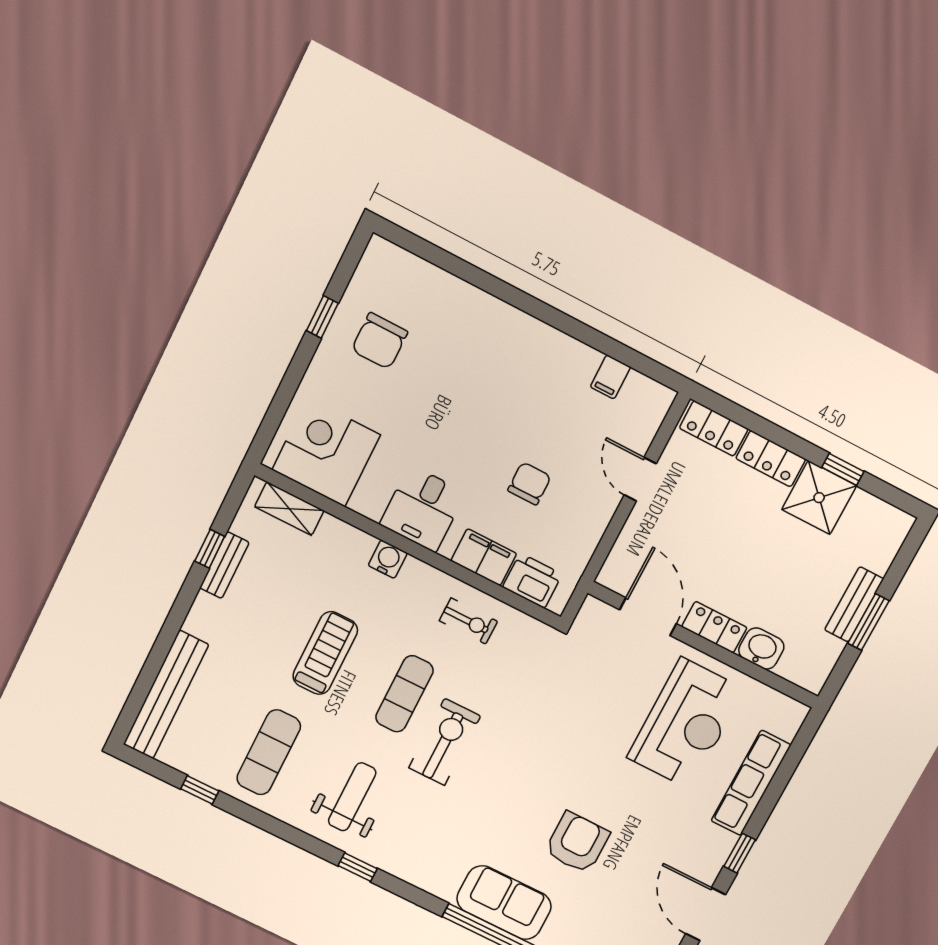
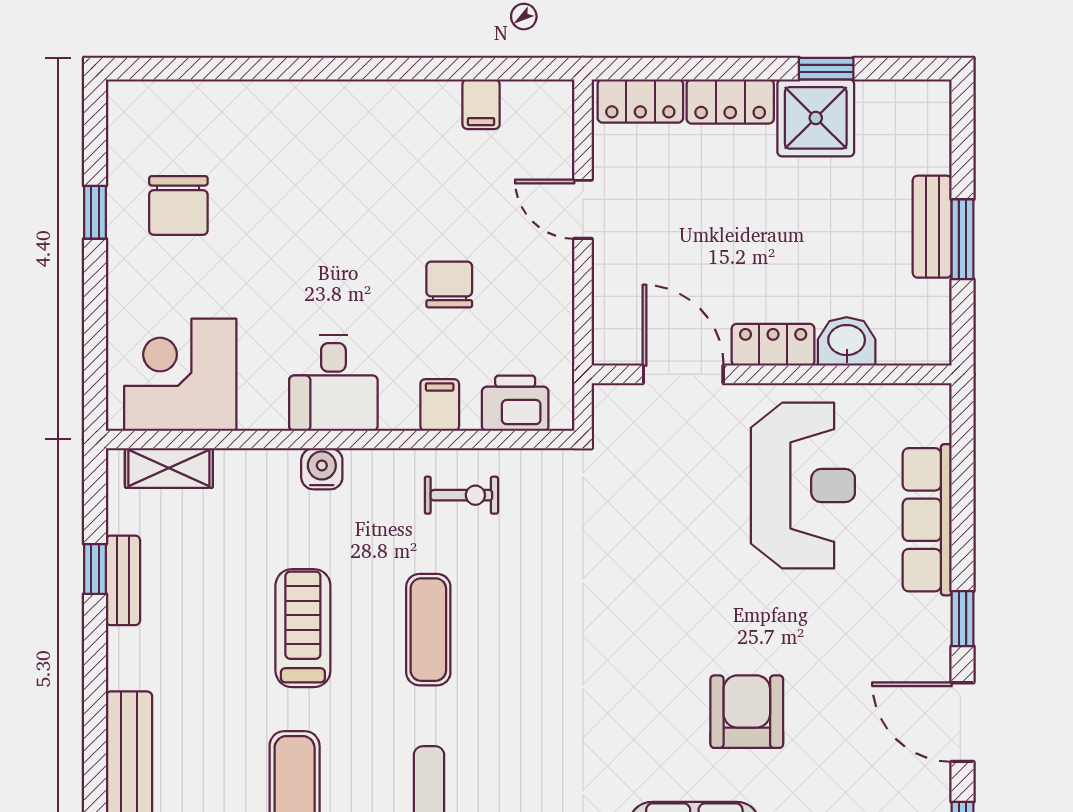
filing cabinet: (484, 557) -> (440, 405), width x0.50
exercise bike: (445, 742) -> (510, 666), removed

